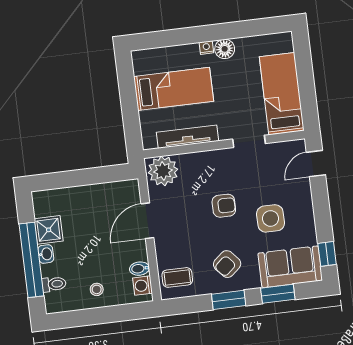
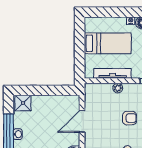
plant: (163, 171) -> (118, 88), moved, width x0.53, depth x0.53
shower: (49, 230) -> (23, 103), moved

